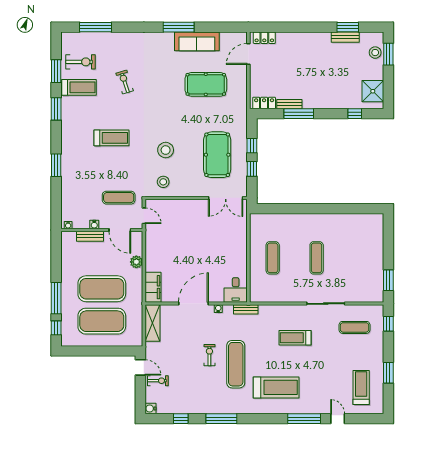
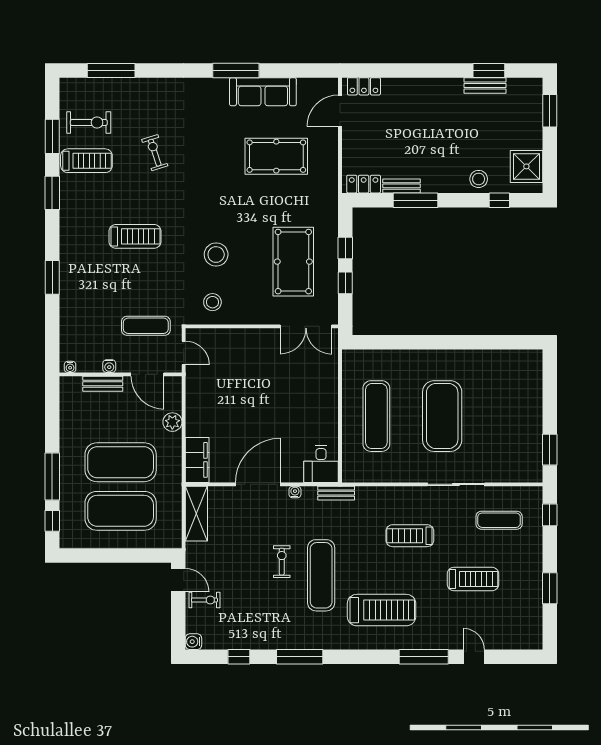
stool: (375, 53) -> (479, 179), moved
exercise mat: (273, 258) -> (376, 416), width x1.36, depth x1.45
exercise mat: (317, 258) -> (442, 416), width x2.00, depth x1.45
treadmill: (361, 387) -> (473, 579), moved, turned 90

